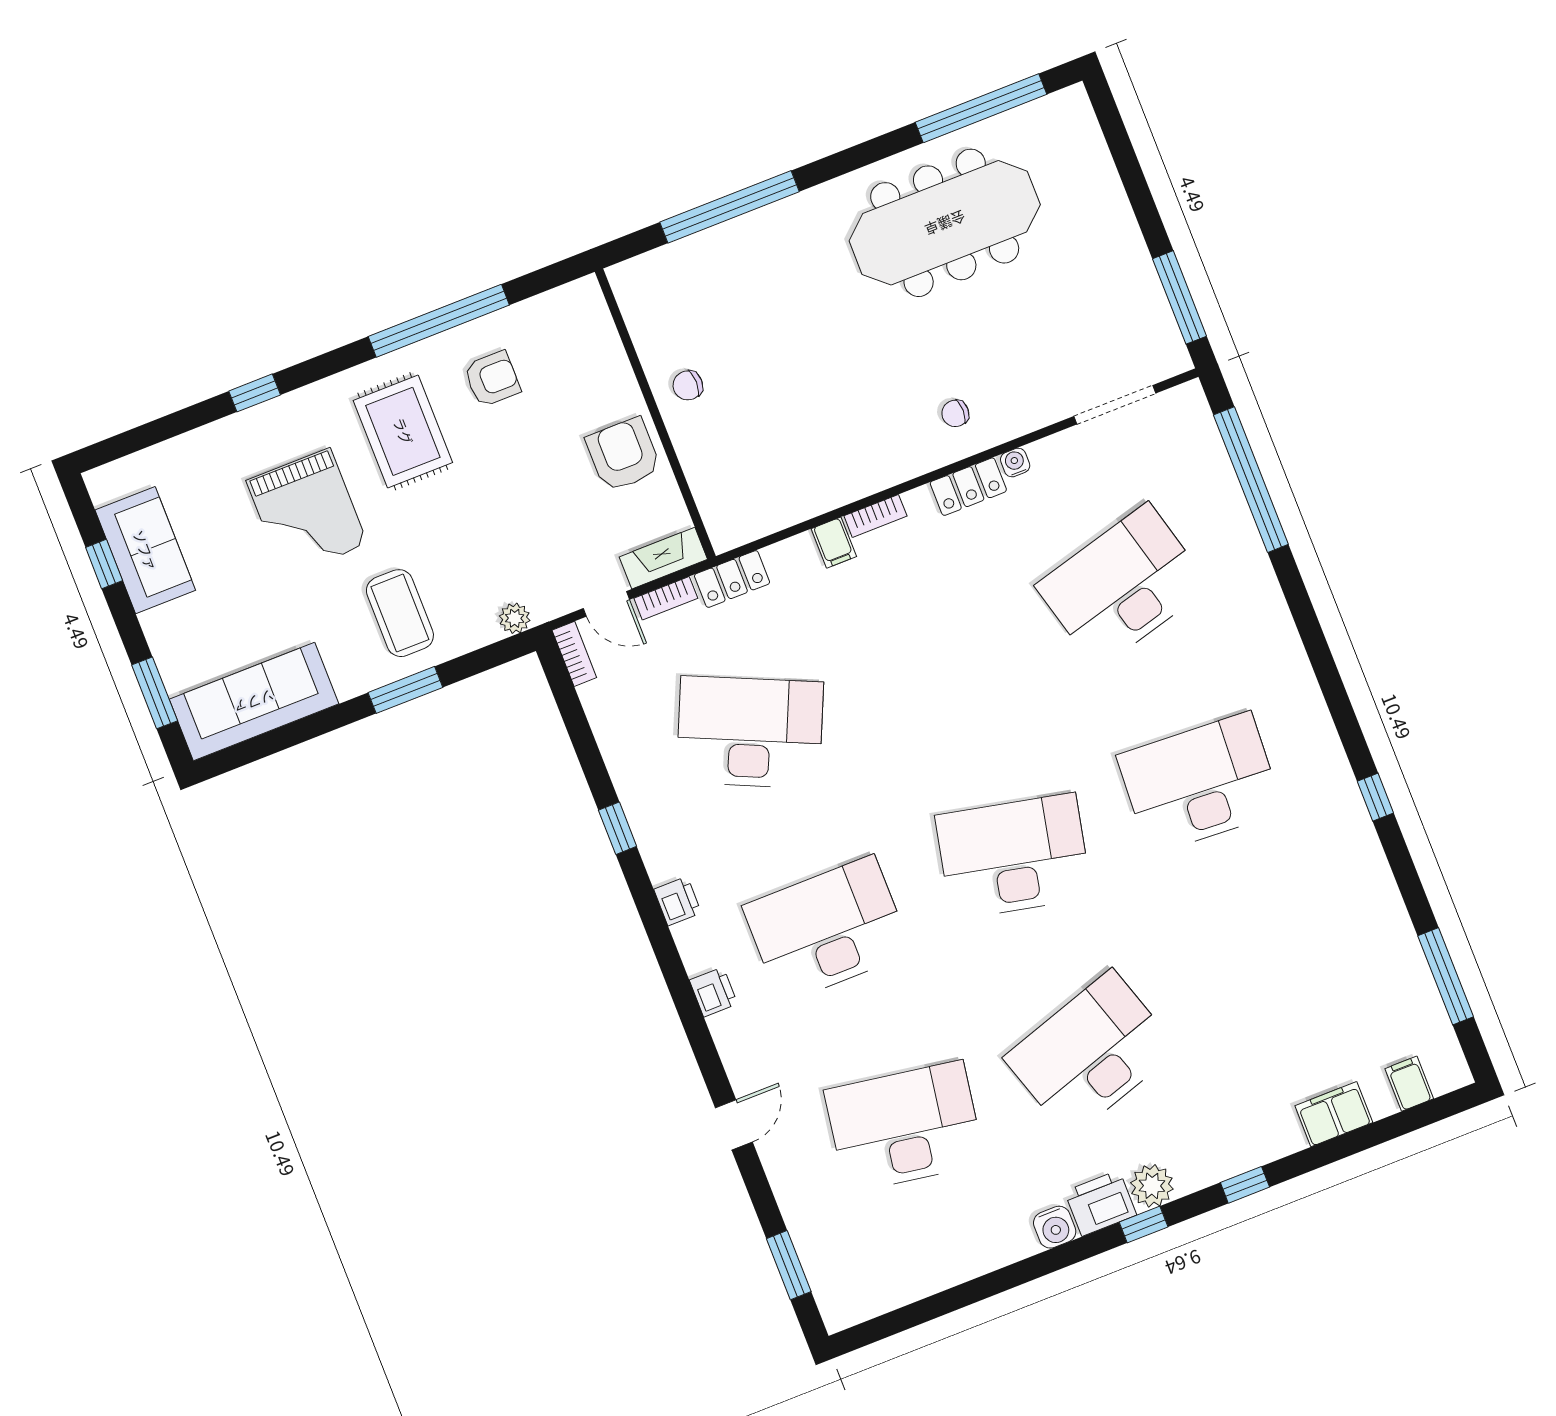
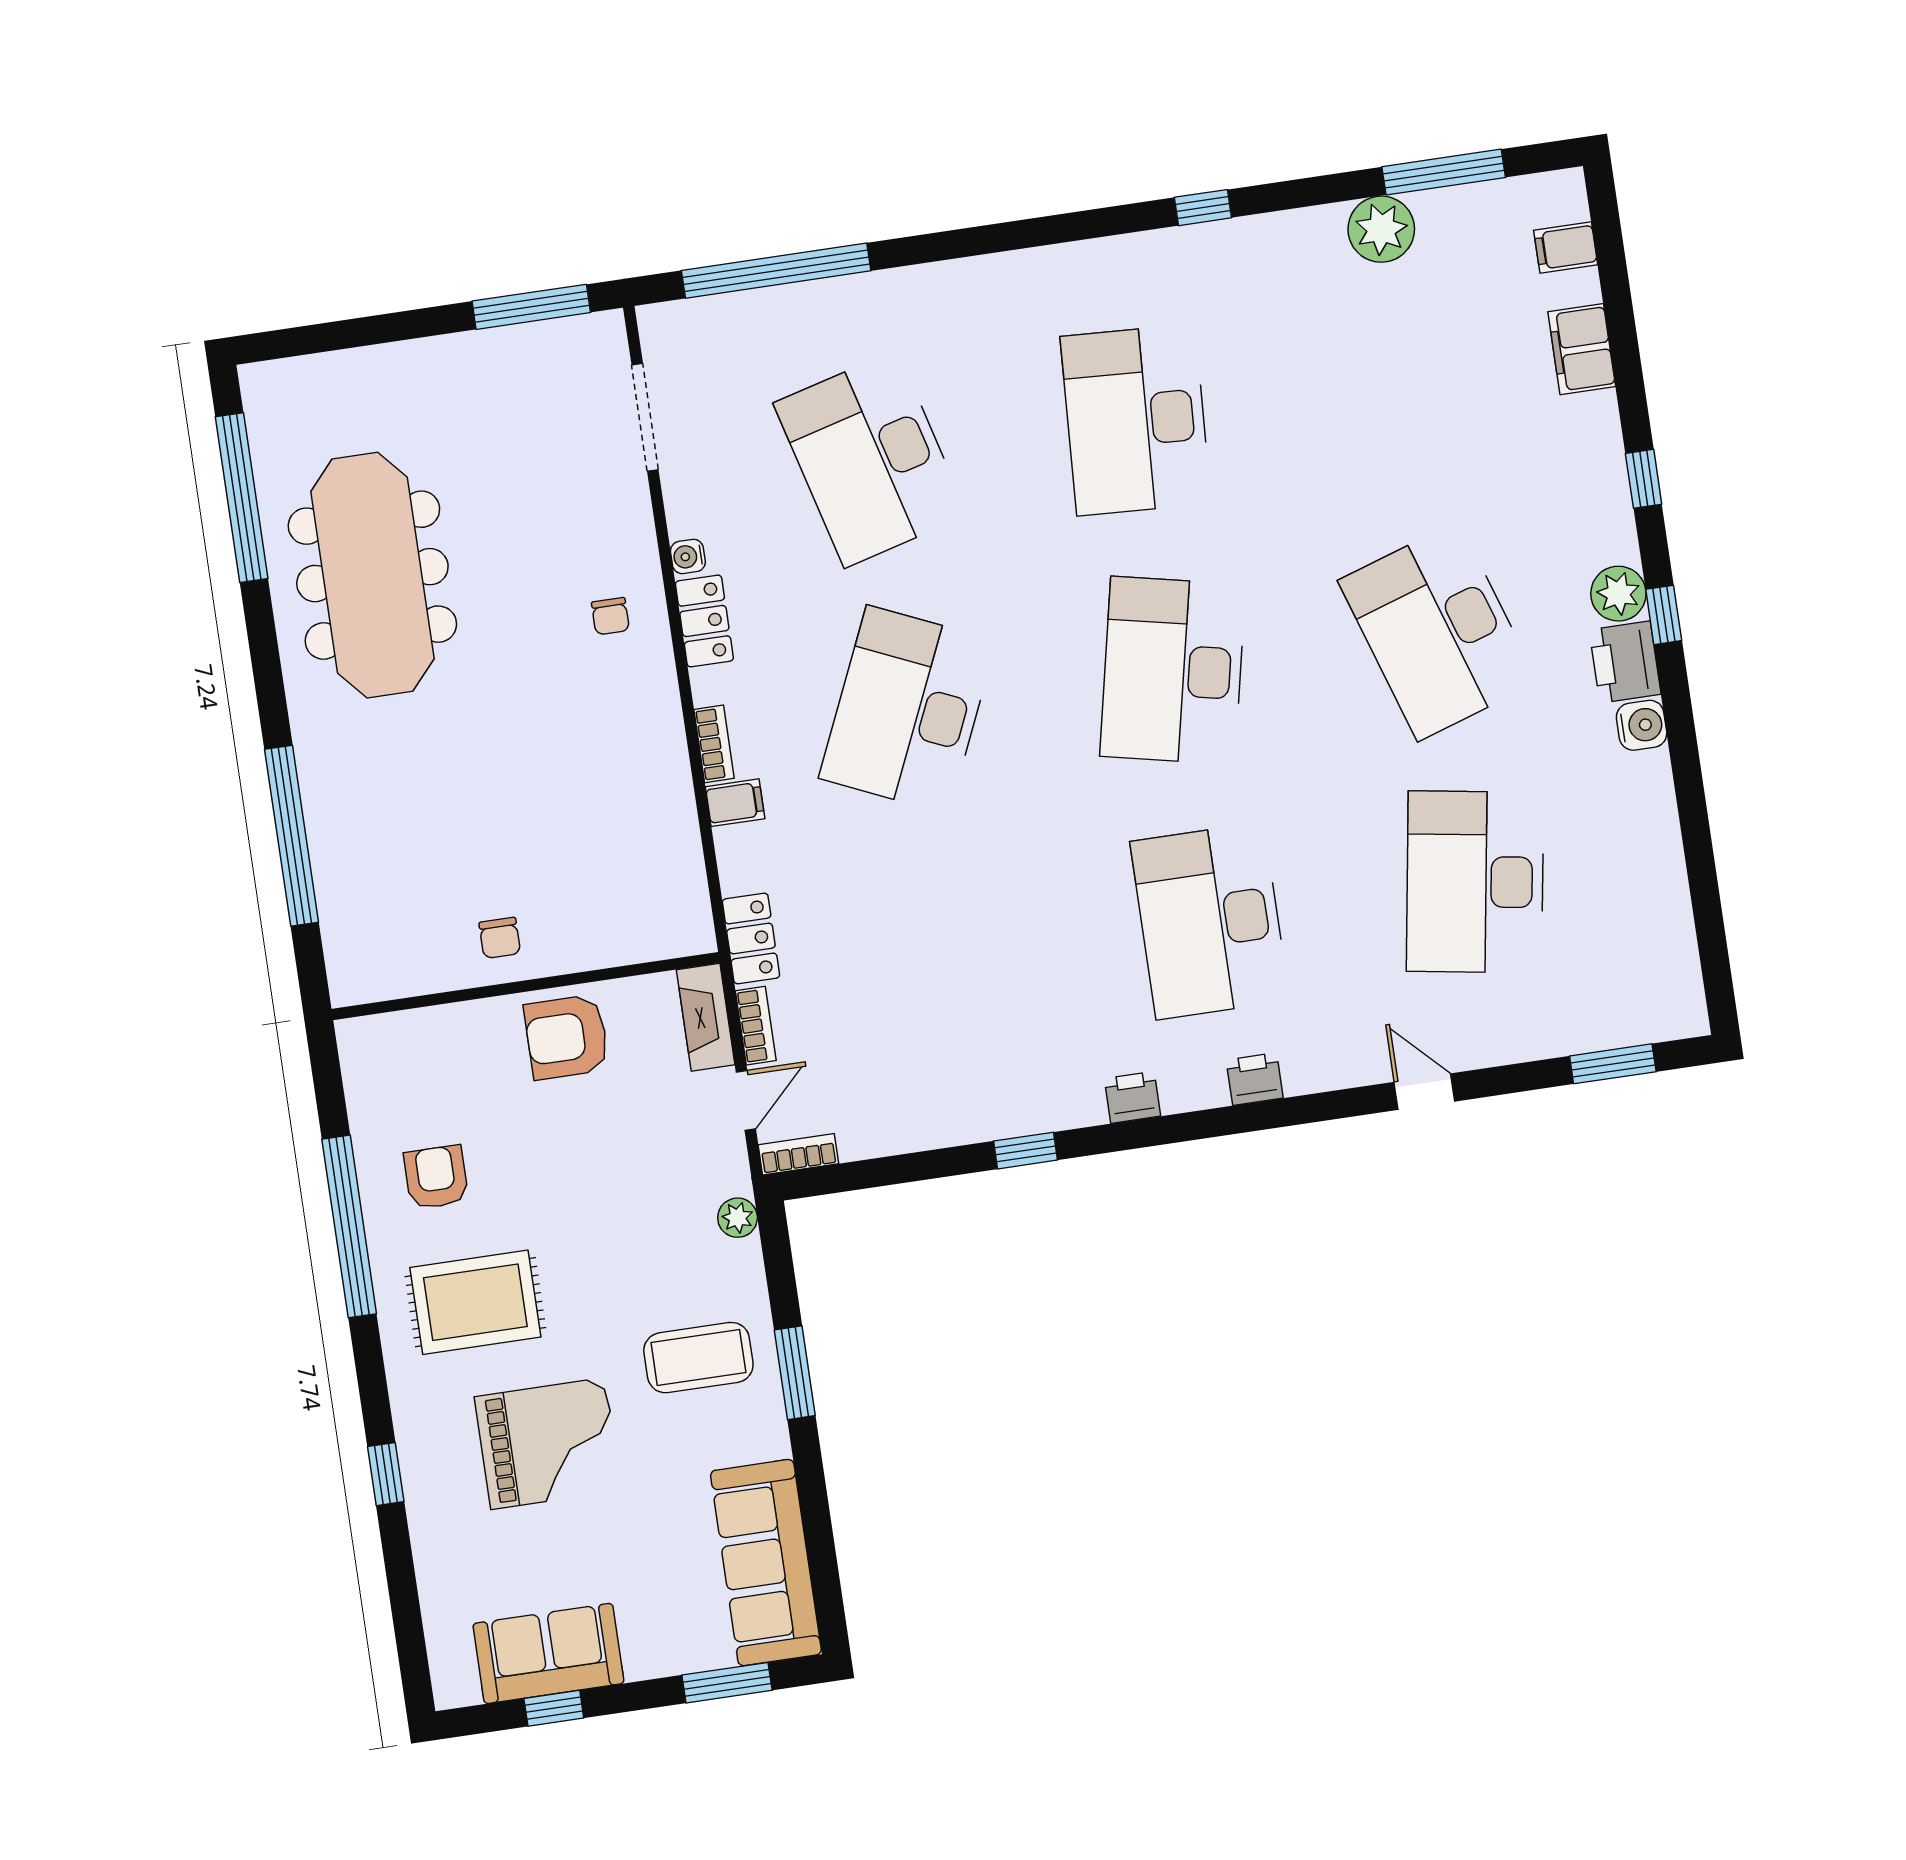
desk: (750, 732) -> (908, 710), moved
plant: (1391, 938) -> (1381, 229), added

